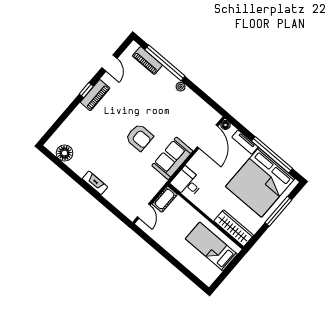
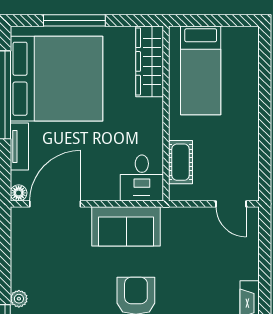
cot: (165, 199) -> (181, 162), moved, turned 90
door: (144, 211) -> (231, 204), swing flipped

